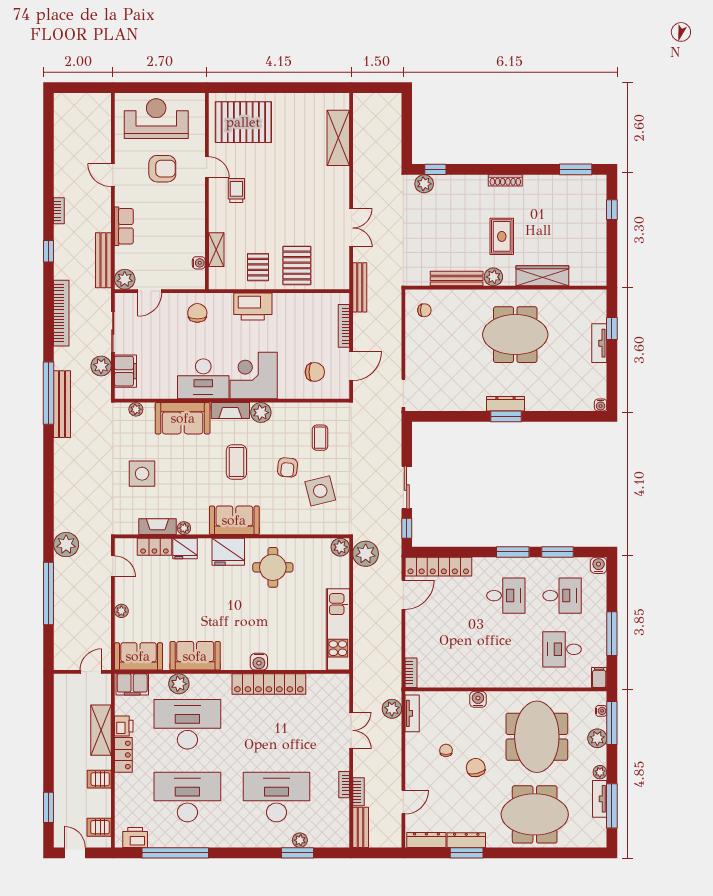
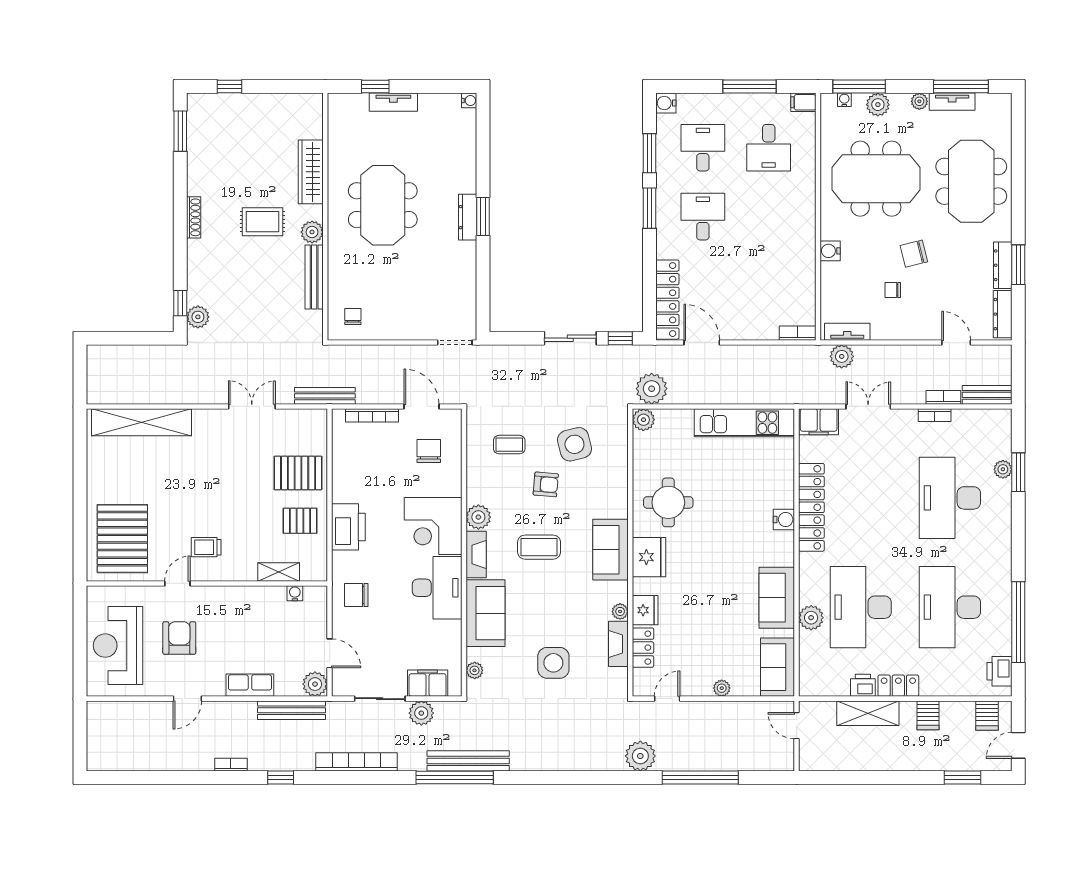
shelving: (338, 138) -> (141, 422), width x1.47
filing cabinet: (132, 684) -> (819, 422), moved, turned 90

